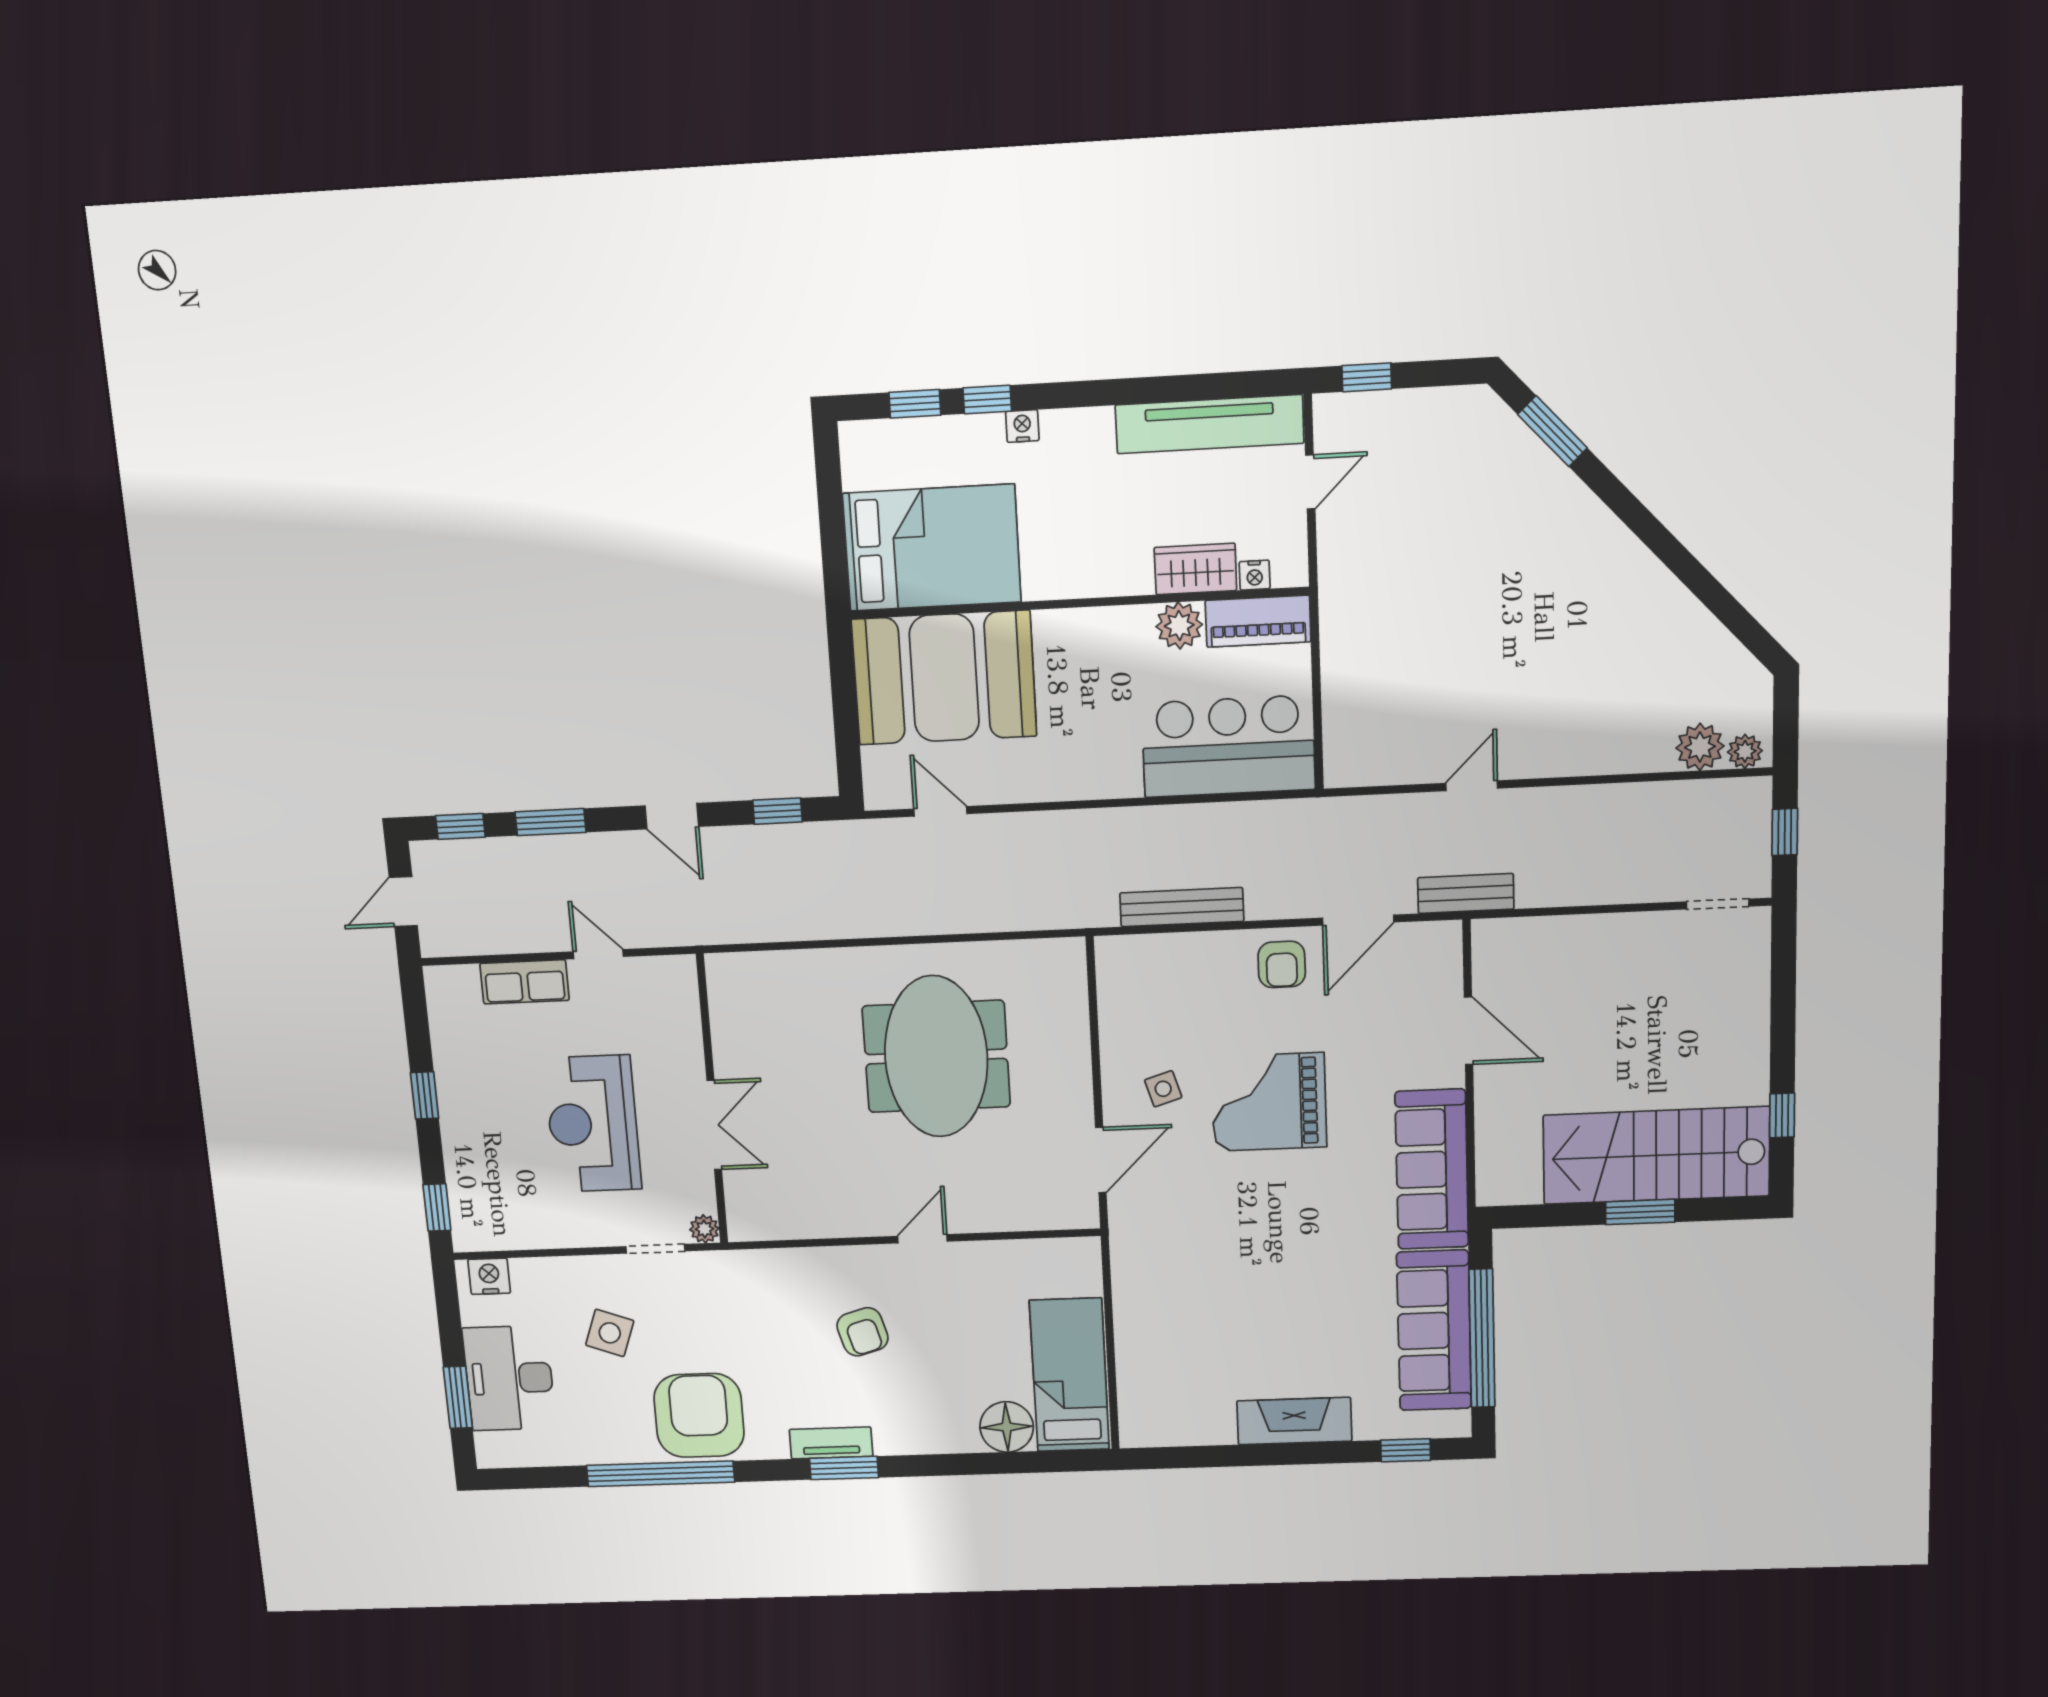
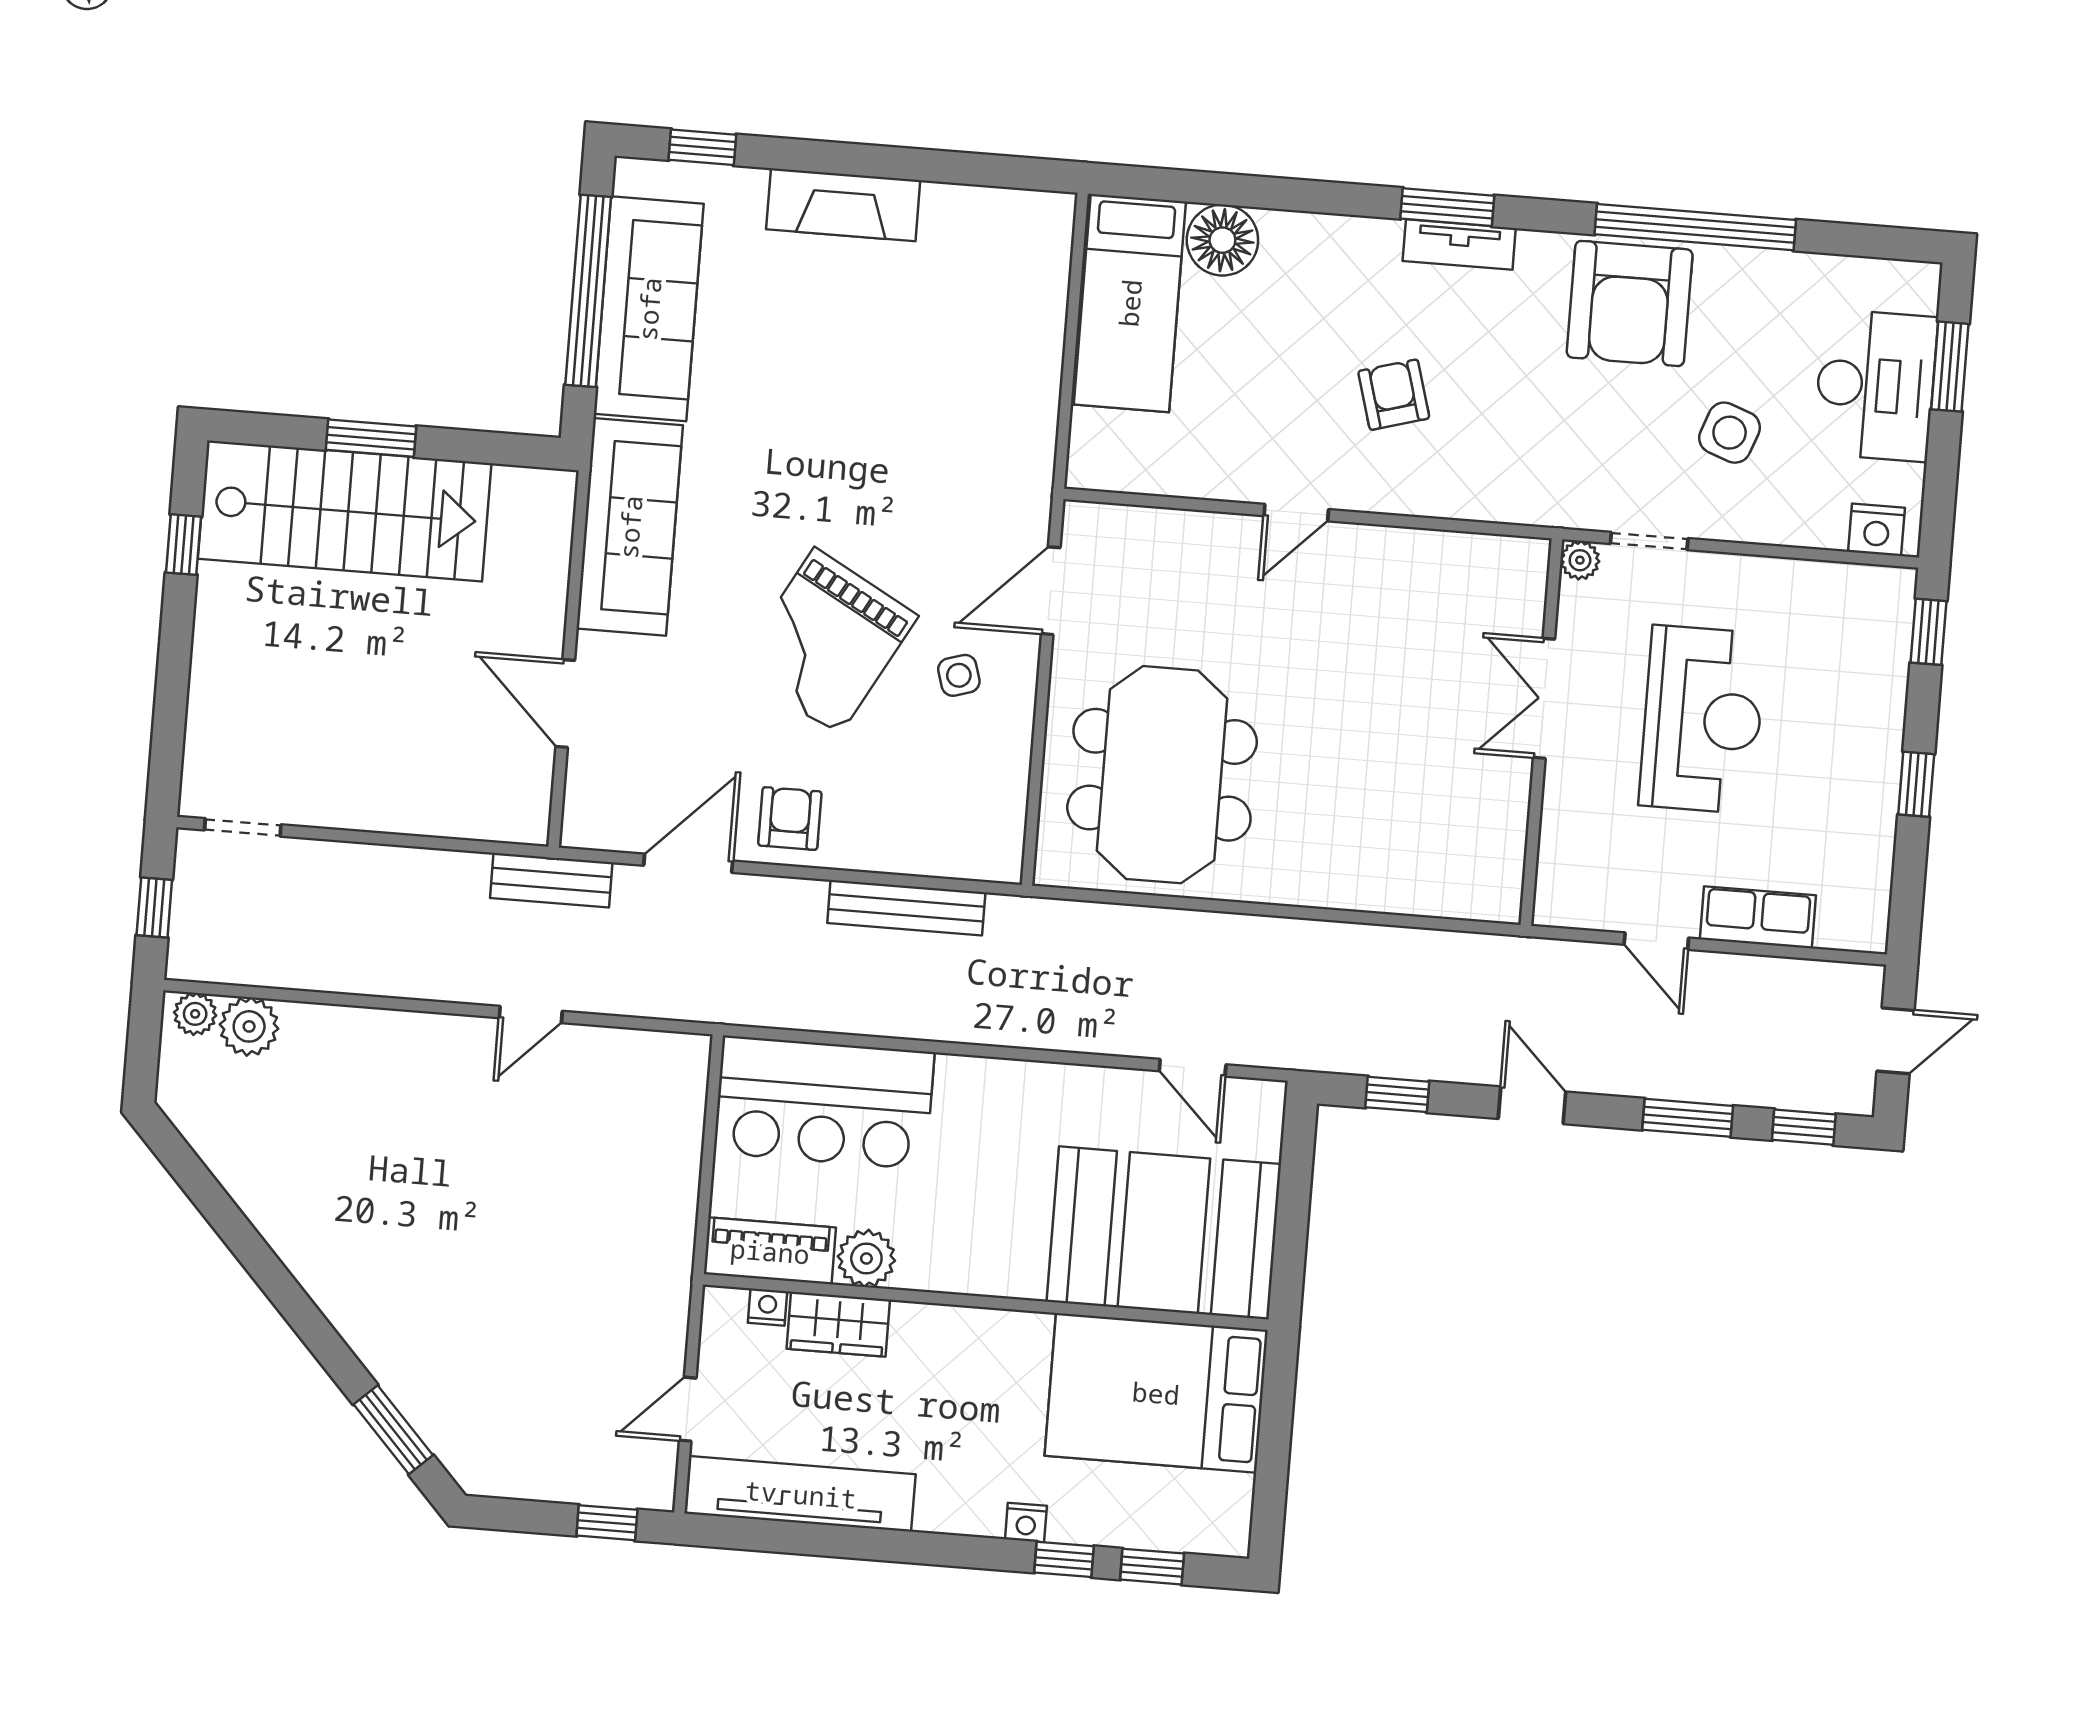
meeting table: (936, 1056) -> (1162, 775), moved
grand piano: (1269, 1102) -> (827, 641), turned 119

